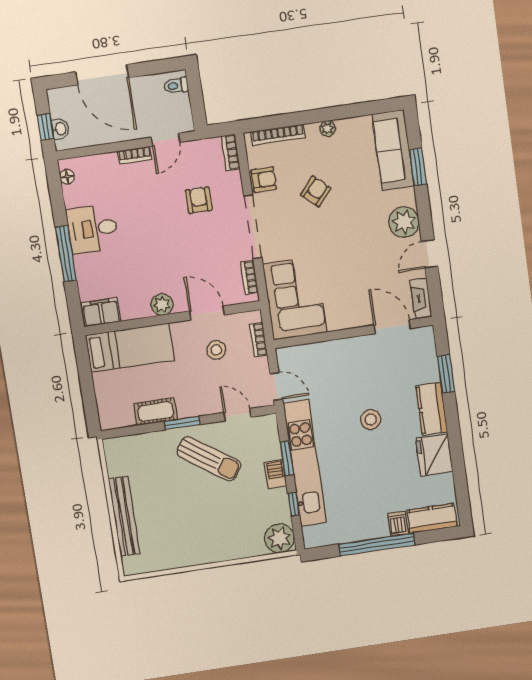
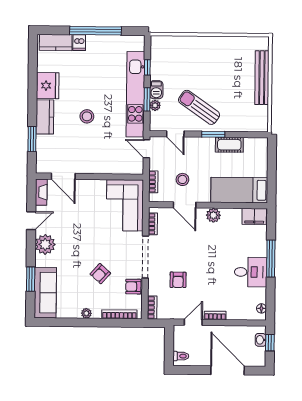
plant: (280, 538) -> (155, 105), moved, width x0.53, depth x0.53

